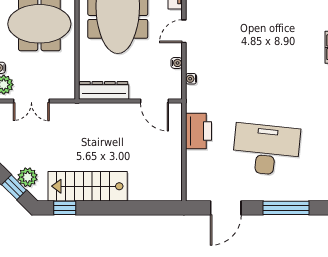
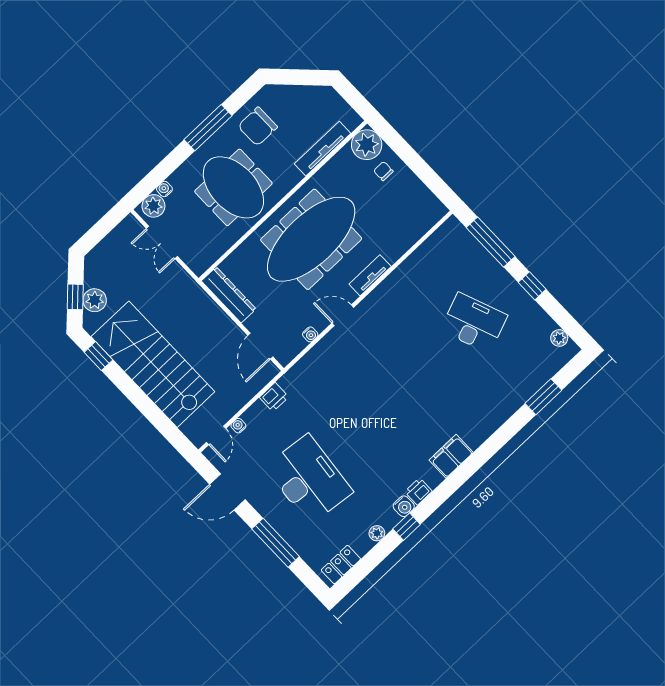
water cooler: (191, 79) -> (238, 426), moved
printer: (198, 131) -> (274, 397), width x0.53, depth x0.68
door: (184, 181) -> (216, 435), added
stairs: (88, 186) -> (153, 364), width x1.36, depth x1.51

